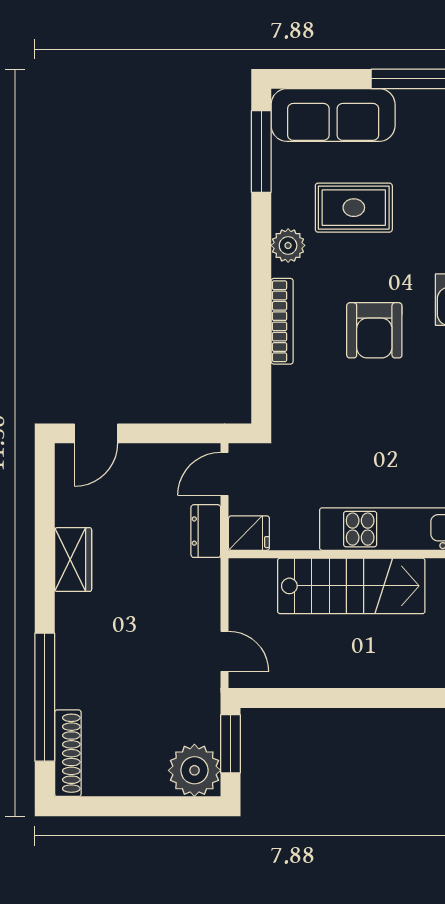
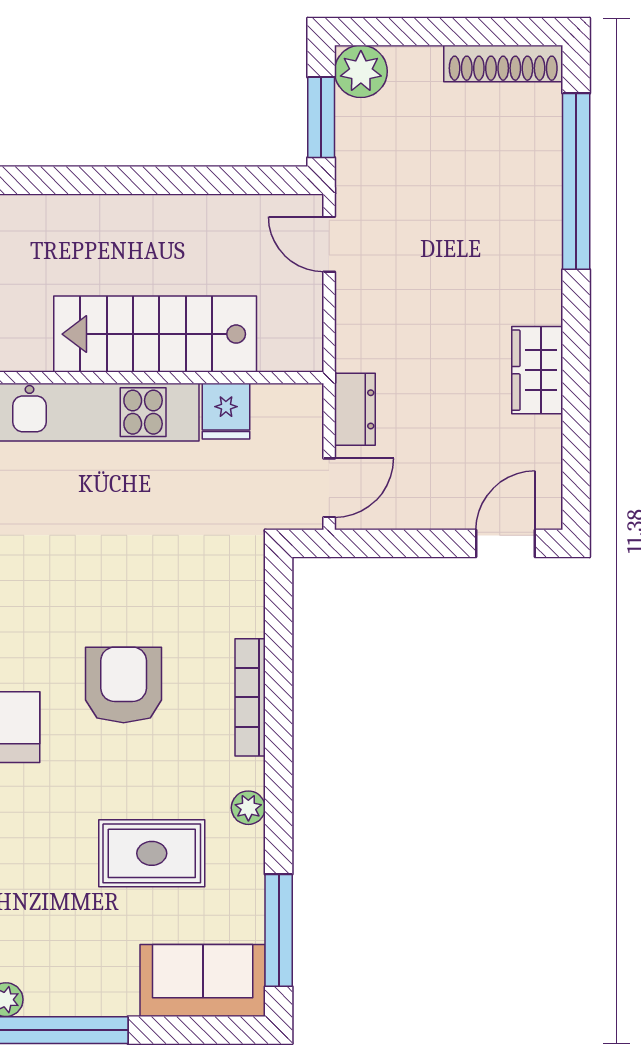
sofa: (333, 115) -> (203, 980), width x0.73
plant: (288, 245) -> (248, 808), width x0.73, depth x0.73
fridge: (249, 533) -> (226, 411), moved, turned -90
shoe rack: (68, 753) -> (503, 63), moved, turned -90
plant: (194, 770) -> (361, 71), width x0.73, depth x0.73

